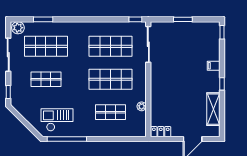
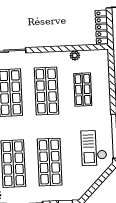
shop shelf: (46, 79) -> (50, 162), width x1.43, depth x1.36
locker: (161, 132) -> (102, 27), width x1.53

